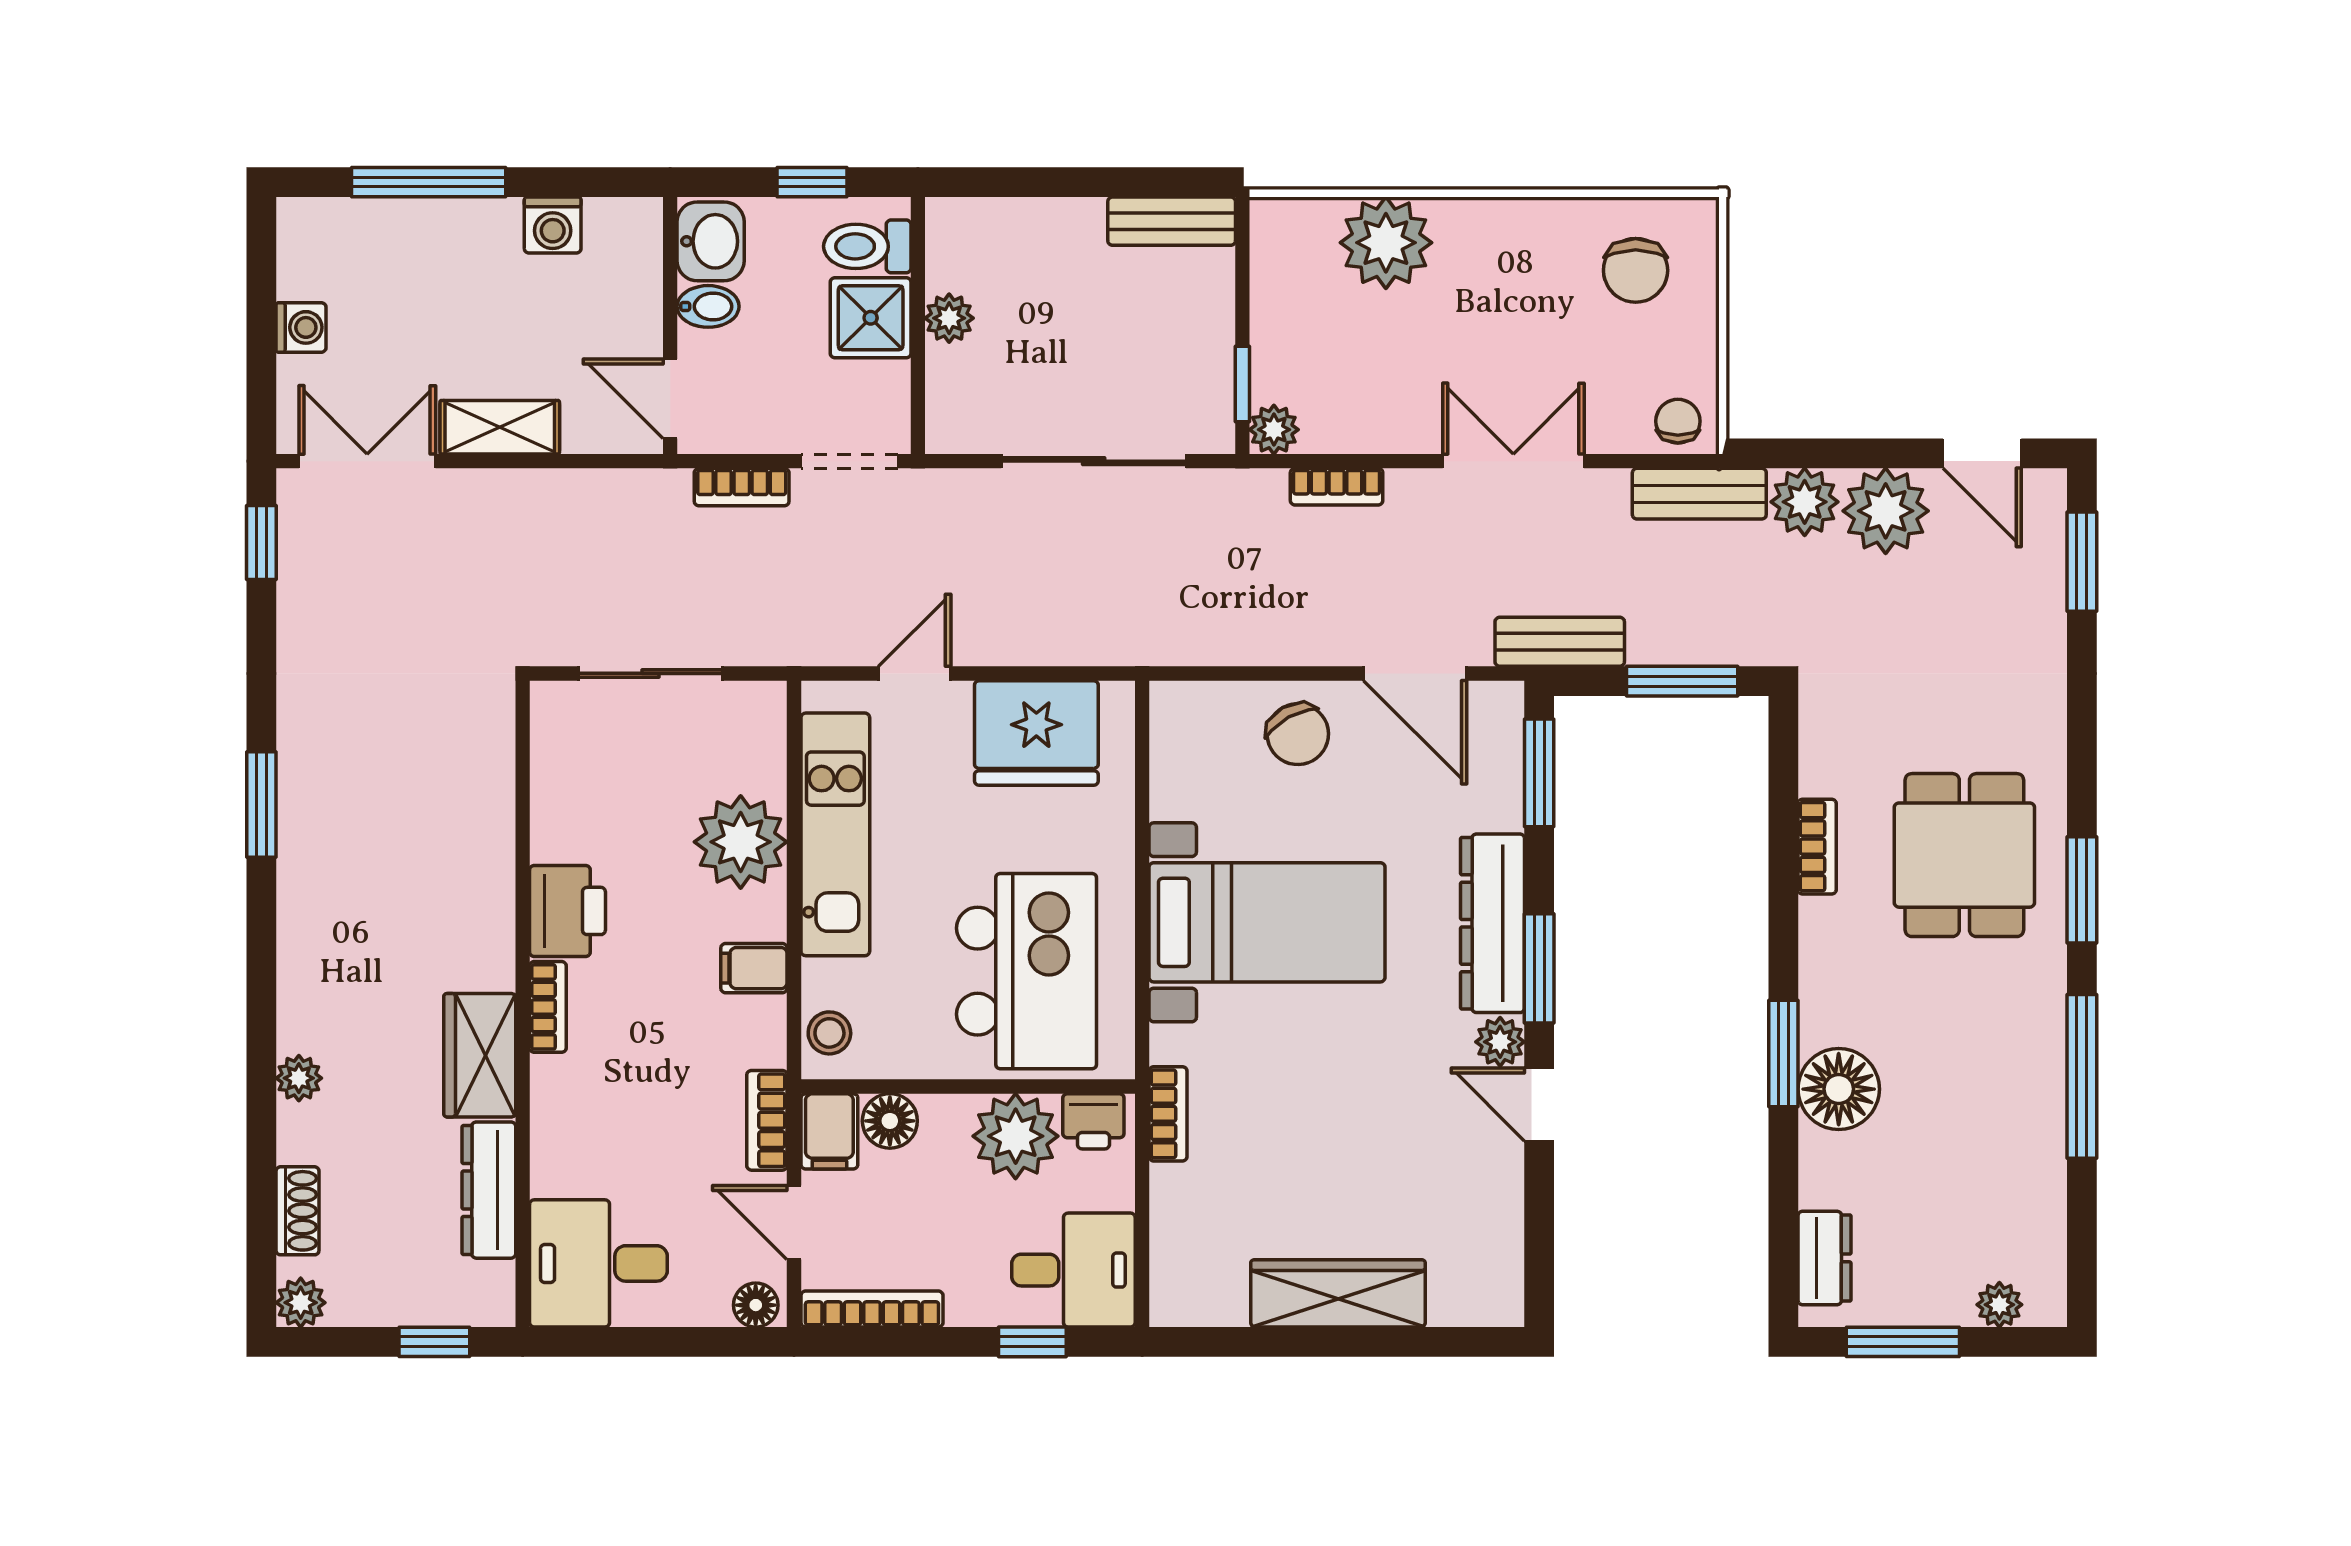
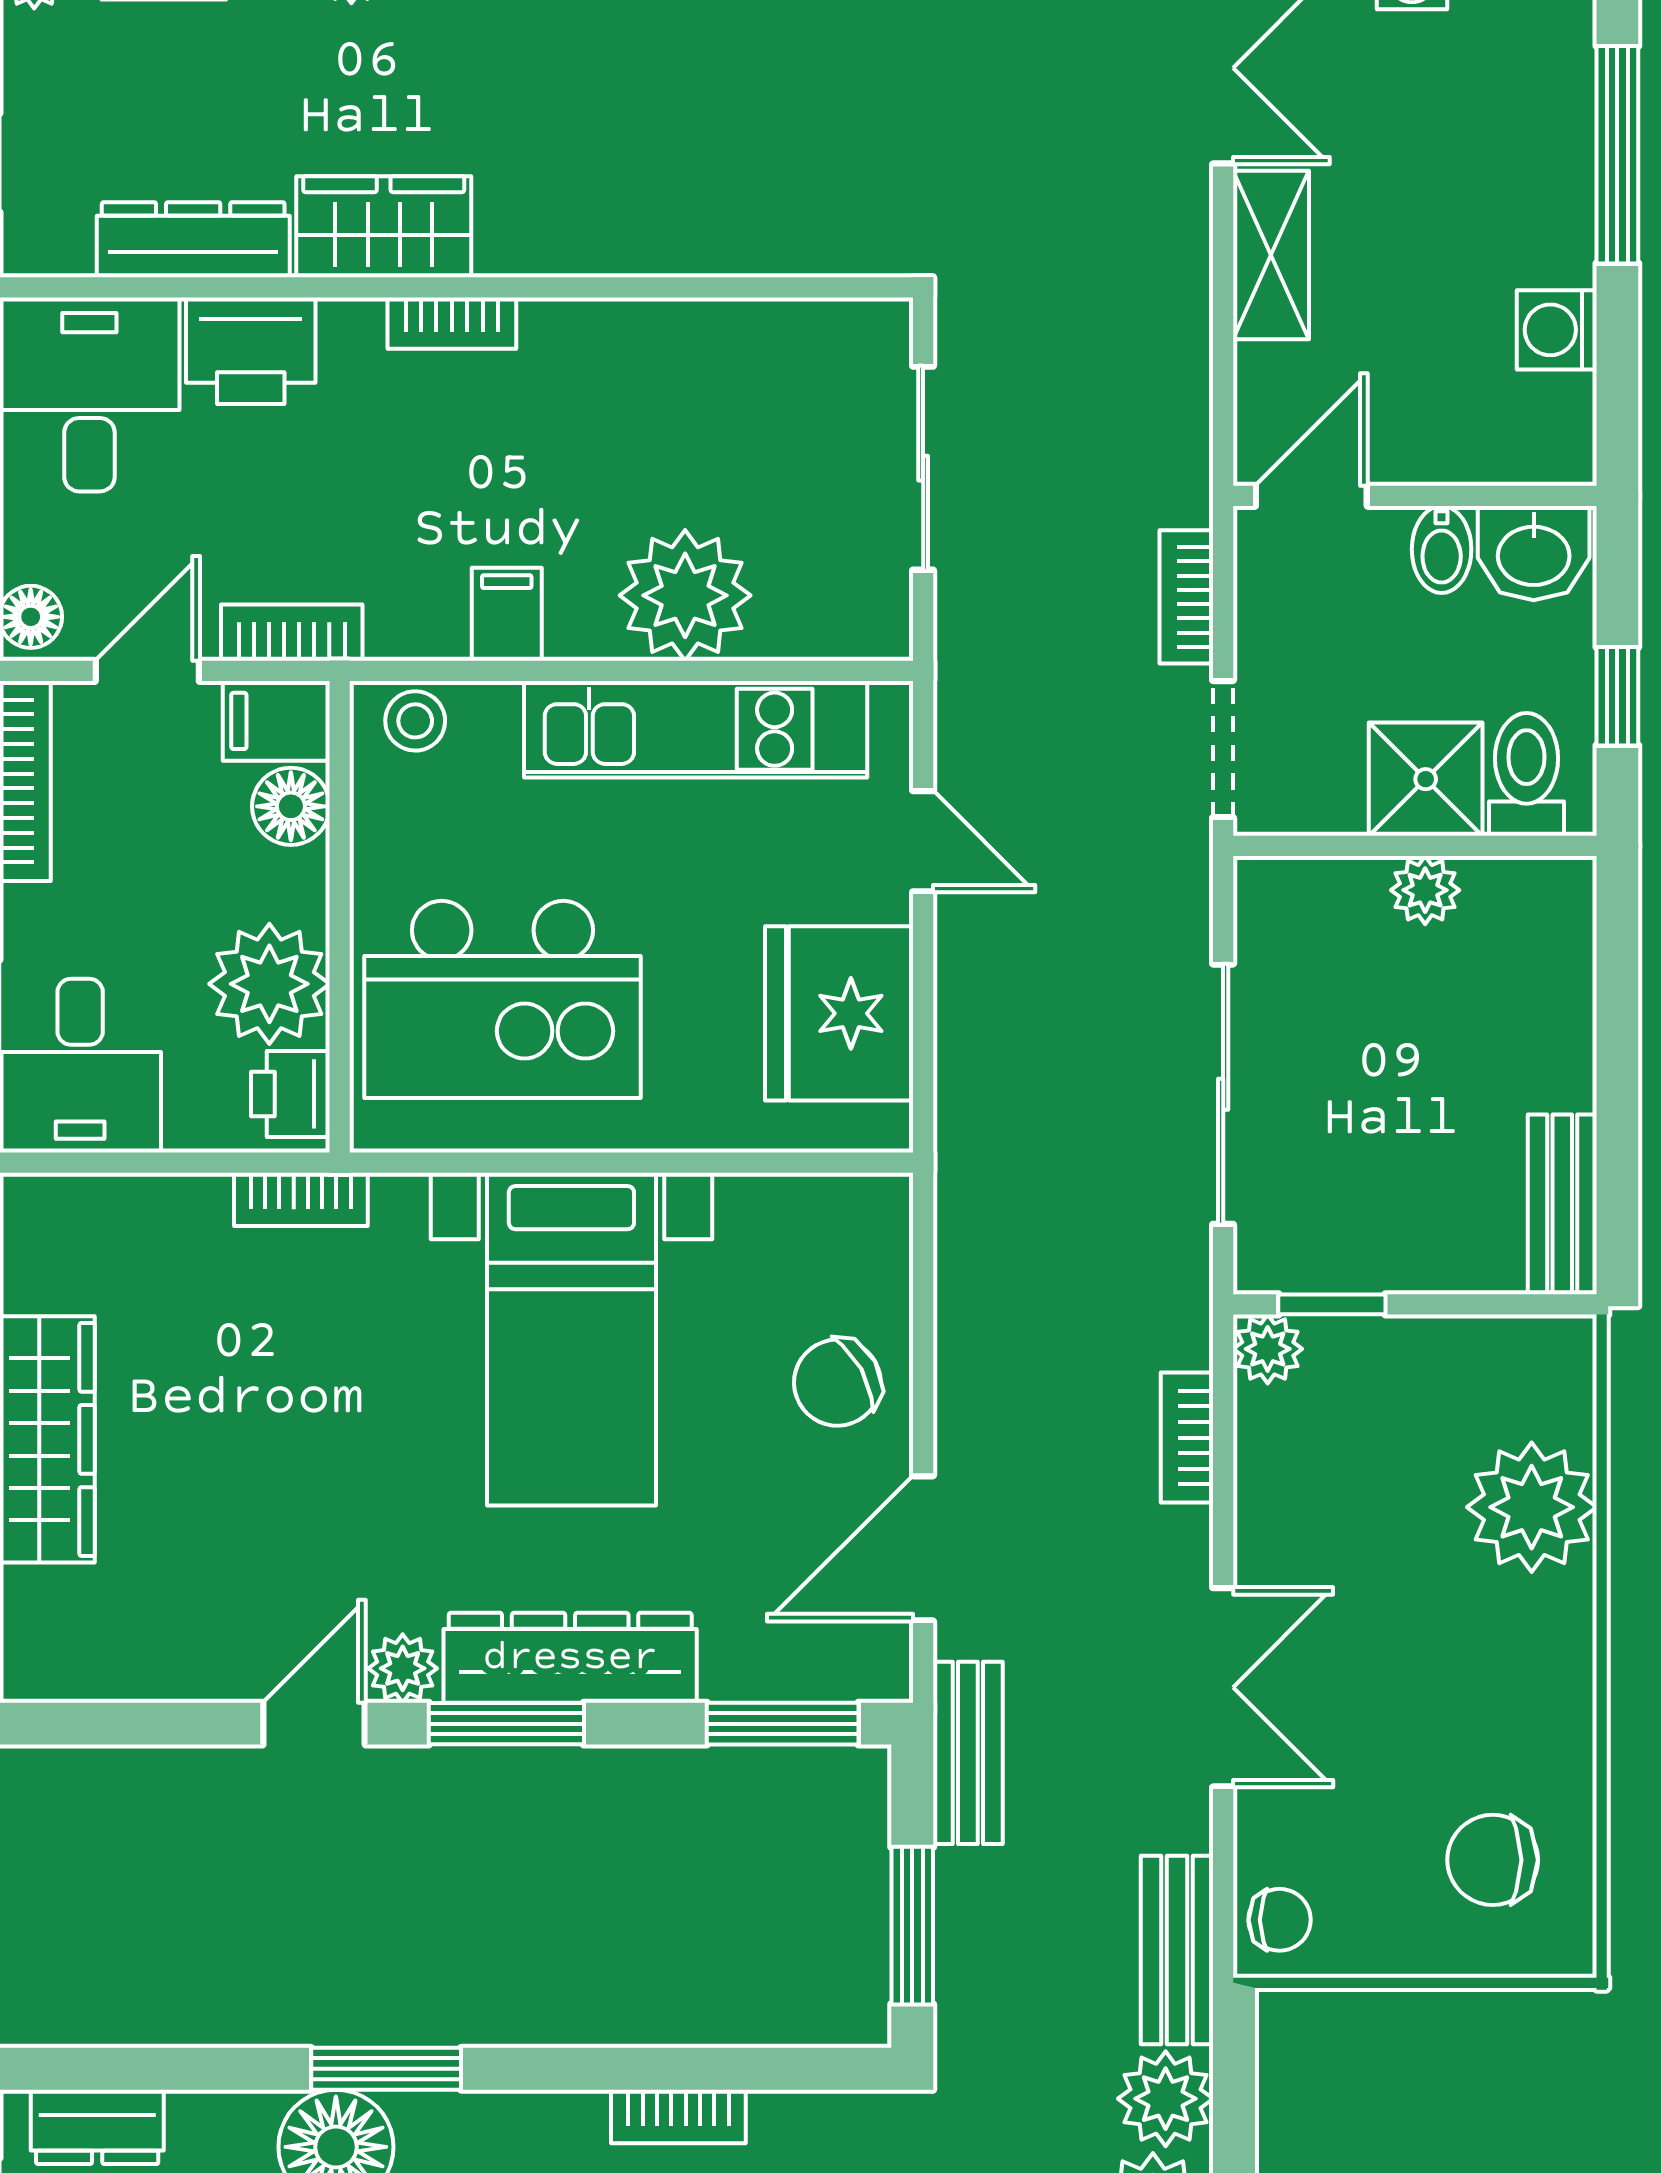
printer: (567, 911) -> (251, 351), moved

